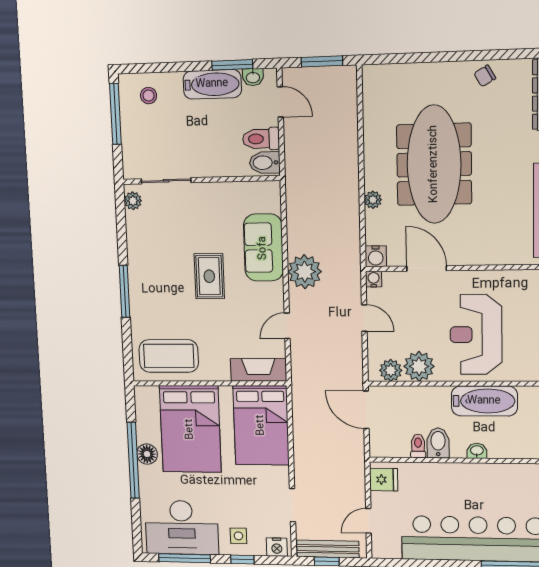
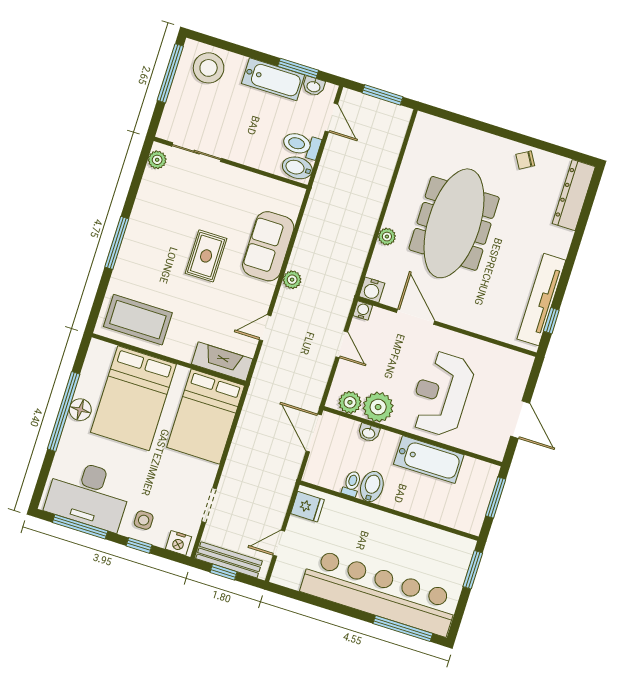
stool: (149, 96) -> (209, 68), width x1.89, depth x1.89
plant: (305, 272) -> (292, 280), width x0.53, depth x0.53
washbasin: (477, 451) -> (369, 433), moved, turned 180

